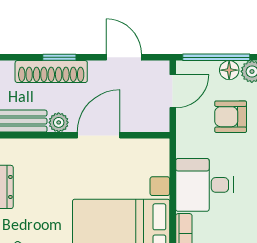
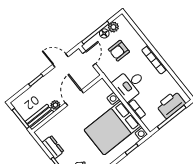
shoe rack: (51, 72) -> (37, 88), removed

